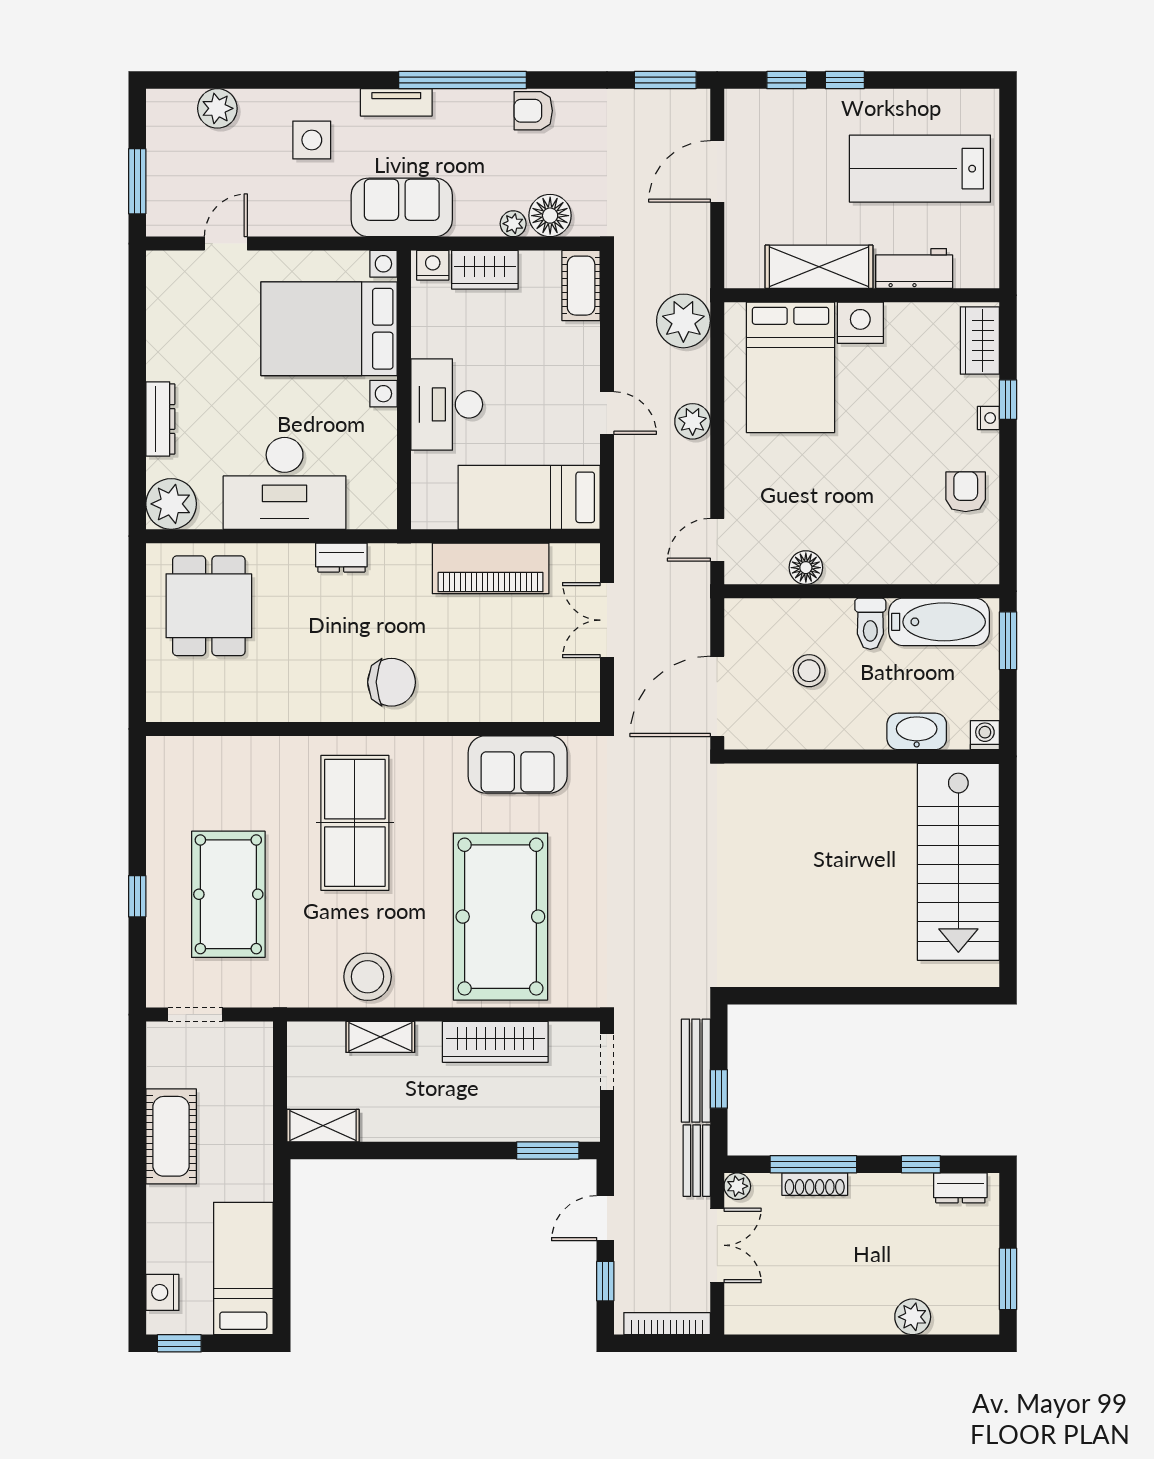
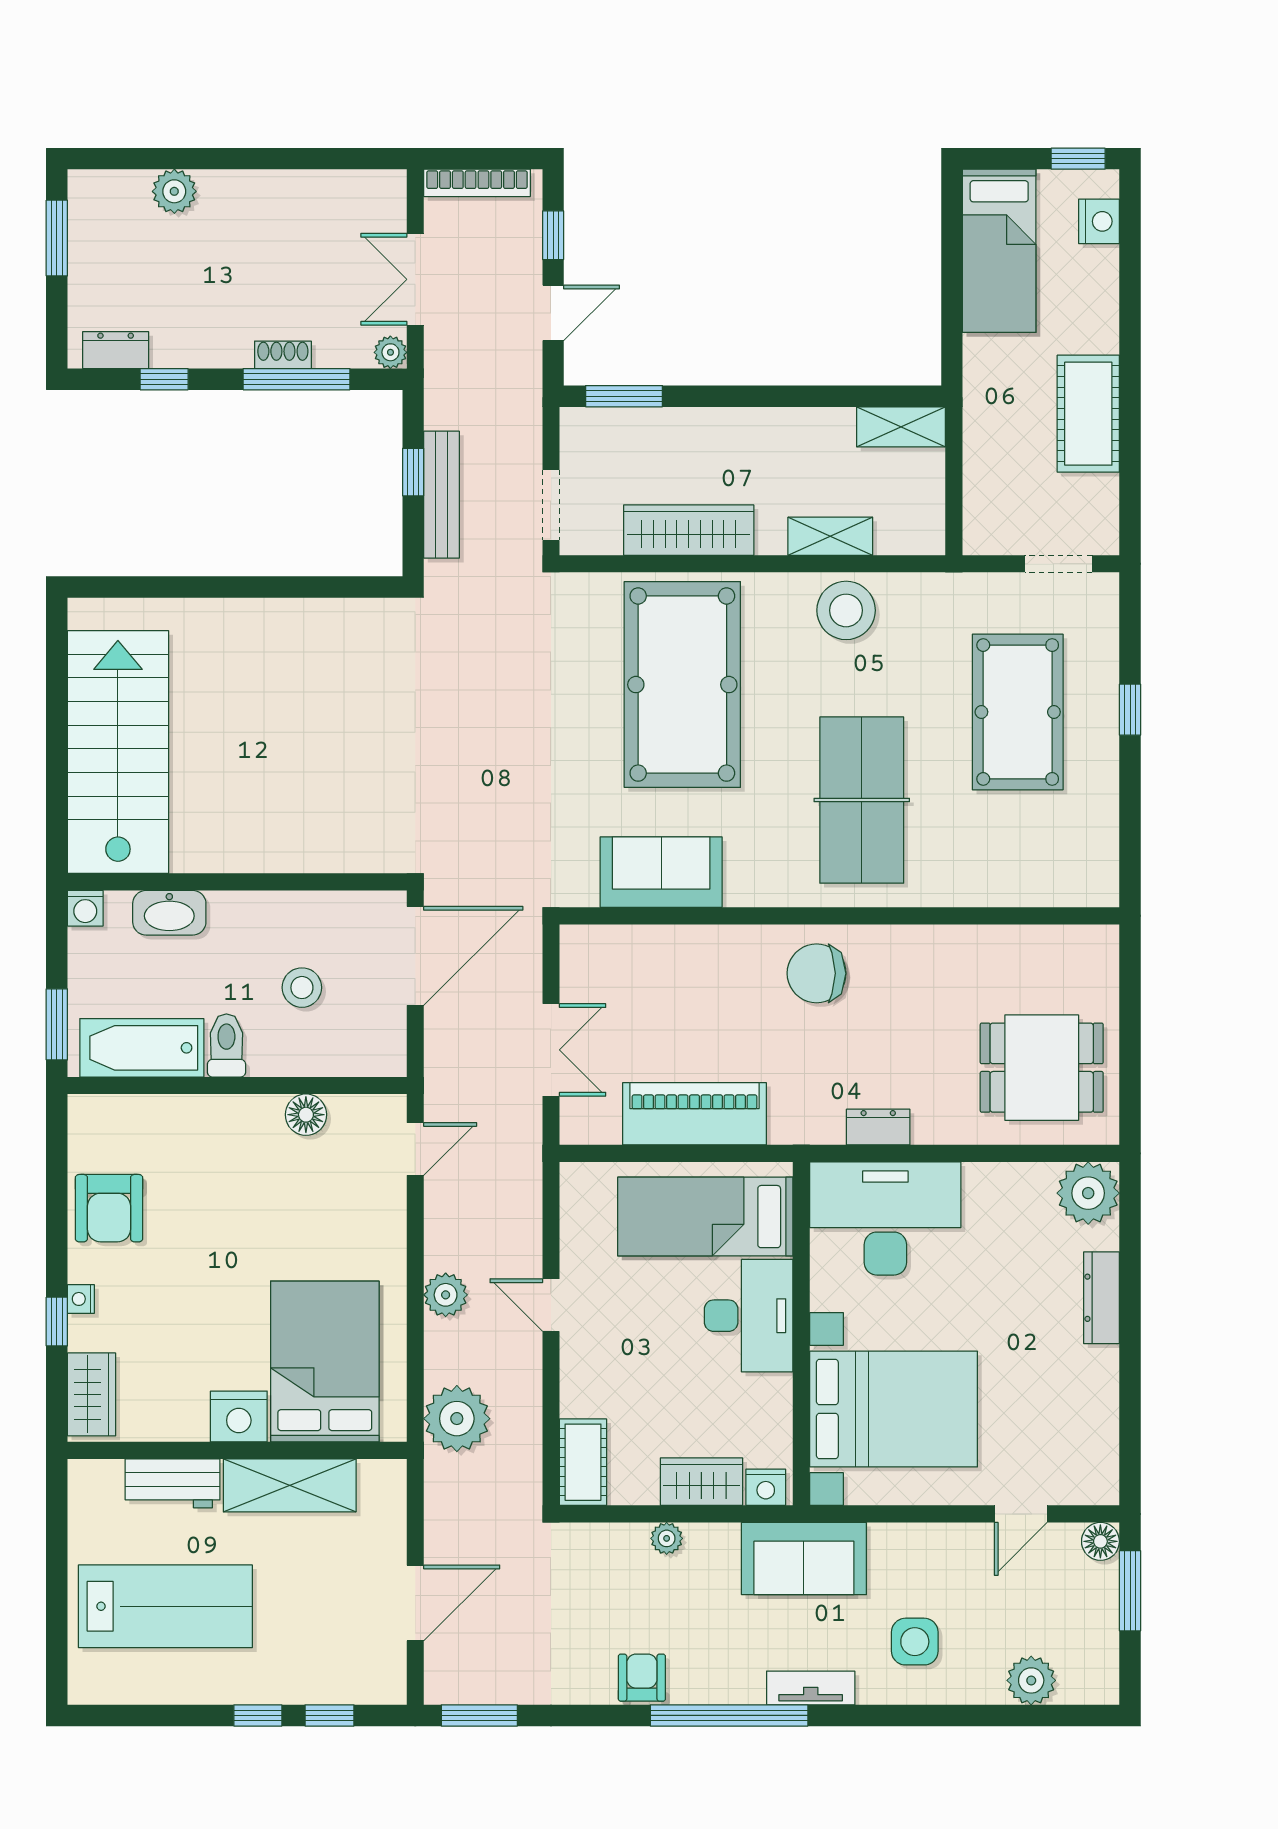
armchair: (533, 111) -> (642, 1678), turned -90
floor lamp: (550, 216) -> (1100, 1541), moved, width x0.73, depth x0.73
desk: (285, 483) -> (885, 1218), moved
armchair: (966, 492) -> (109, 1208), width x1.38, depth x1.38
bed: (529, 497) -> (705, 1217), moved, turned 180
dining table: (209, 606) -> (1042, 1068), turned 90
bench: (697, 1161) -> (441, 384), removed
shoe rack: (815, 1184) -> (283, 355), width x0.70

